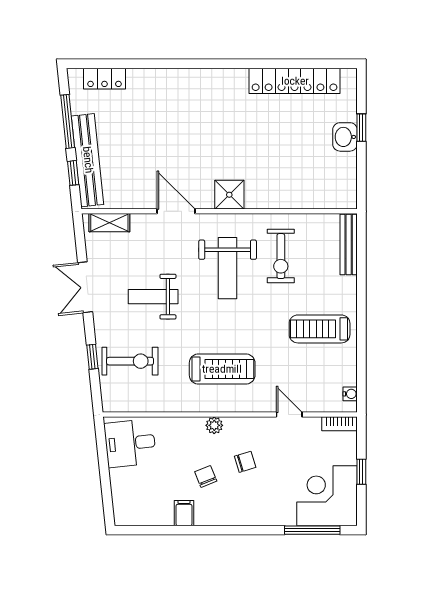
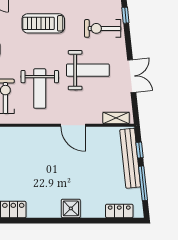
shower: (229, 195) -> (71, 208), moved
weight bench: (228, 268) -> (40, 89), turned 180
weight bench: (153, 297) -> (88, 70), width x1.36, depth x1.33
window: (92, 357) -> (125, 15), moved

